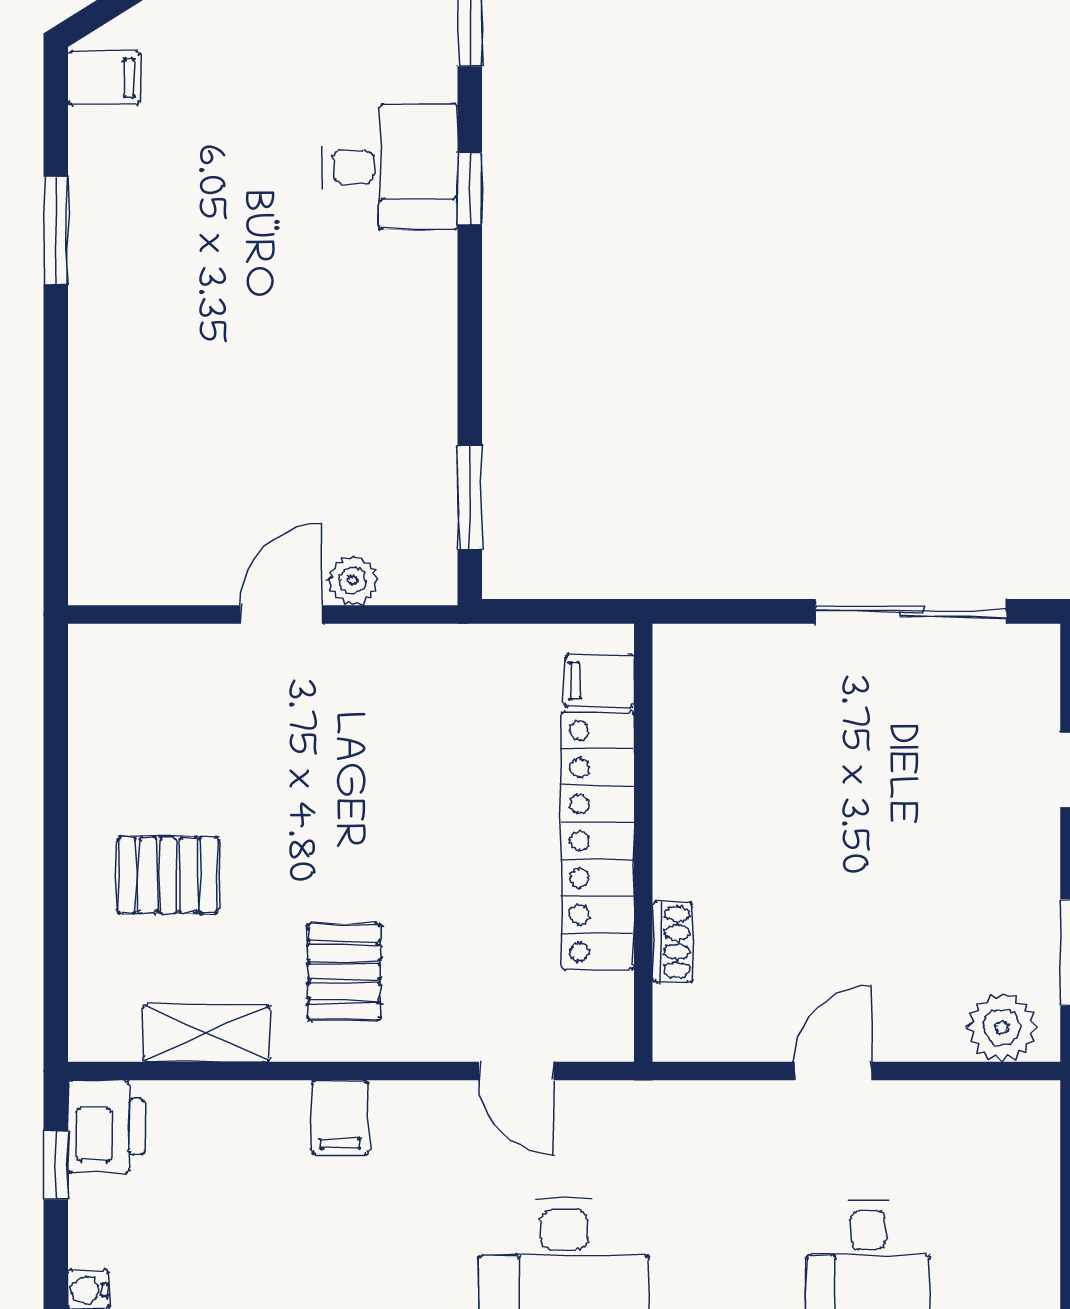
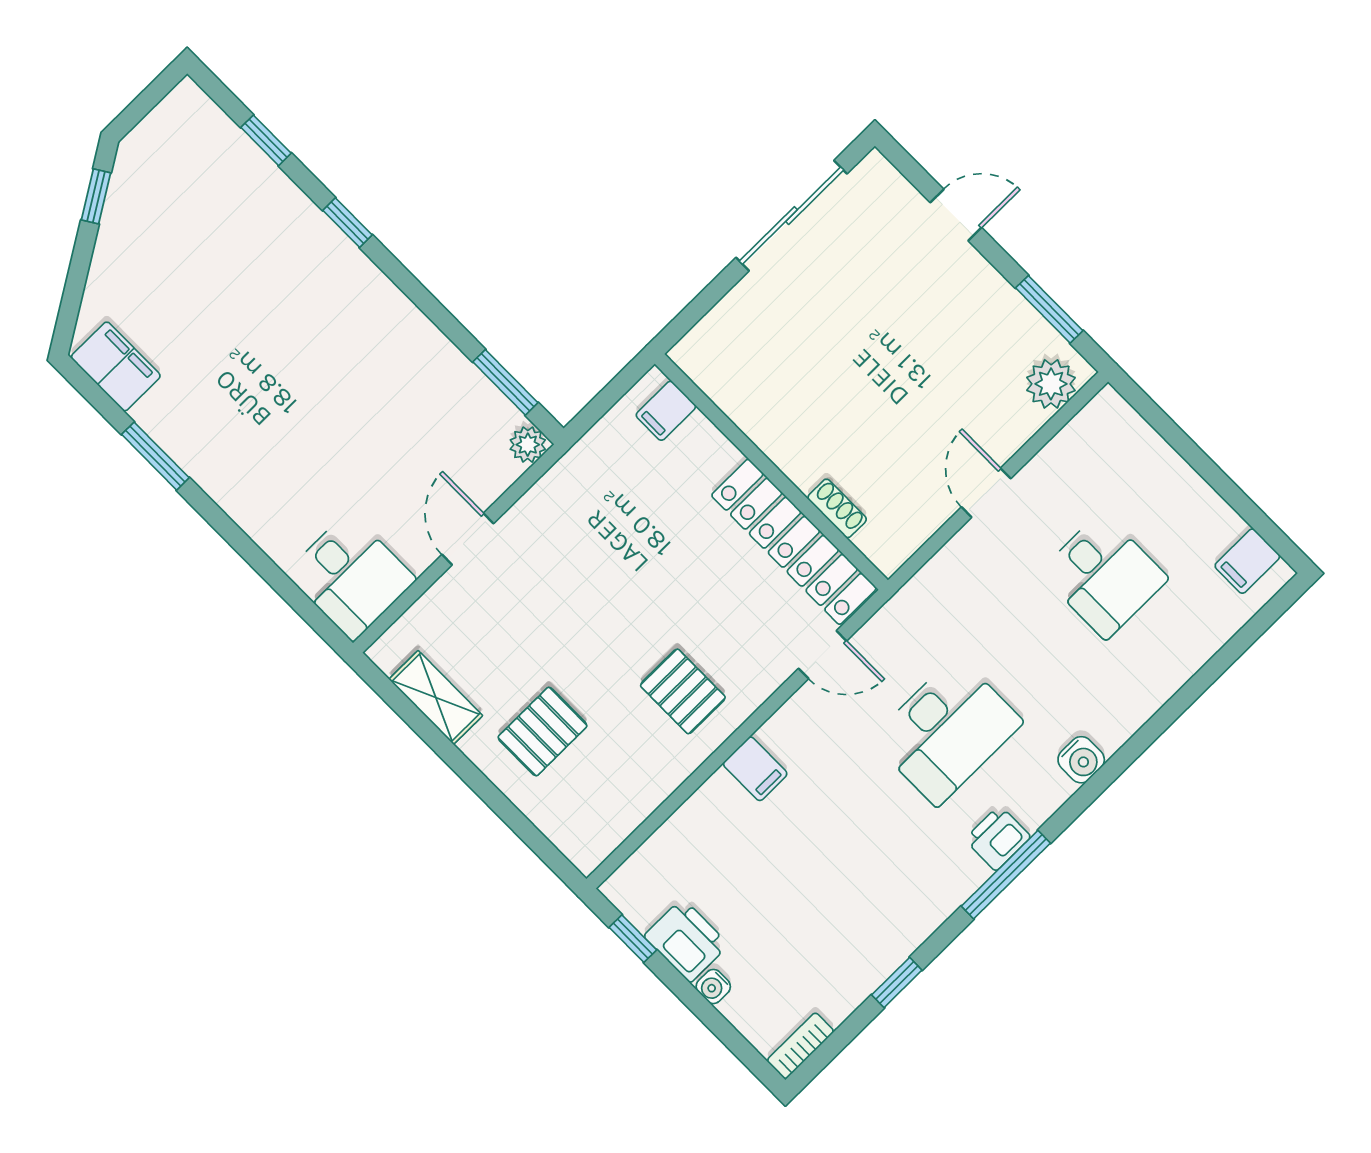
filing cabinet: (104, 78) -> (116, 366), width x2.00
desk: (390, 167) -> (351, 576), moved, turned 90
plant: (353, 580) -> (528, 445), moved
locker: (598, 841) -> (794, 542), moved
shelving: (206, 1033) -> (436, 697), moved, turned 90
printer: (106, 1126) -> (686, 940), moved

